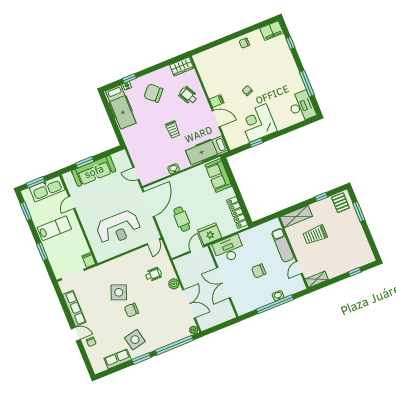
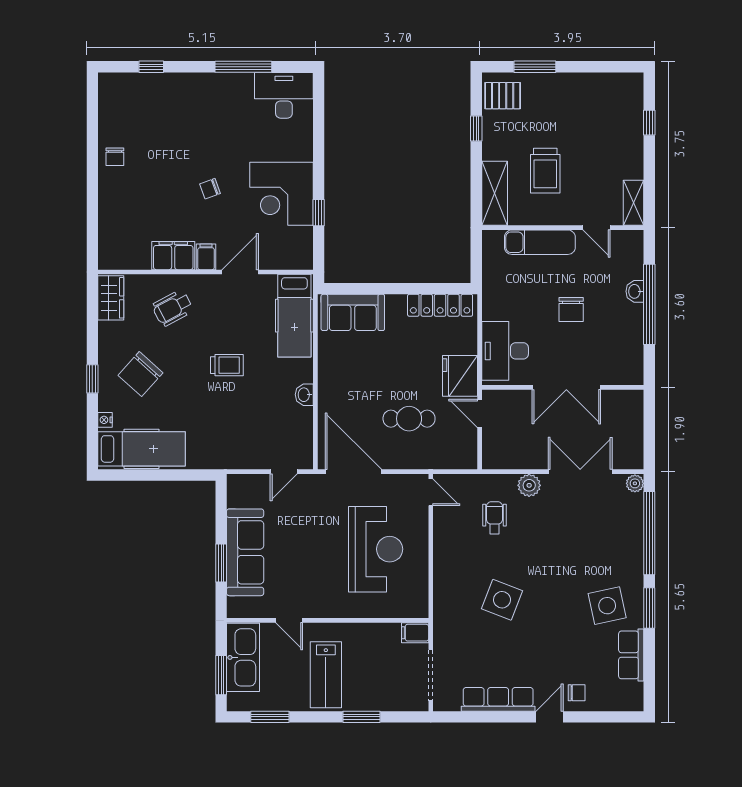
filing cabinet: (272, 31) -> (173, 256), moved, turned -90
window: (129, 78) -> (92, 379), moved
lab bench: (54, 228) -> (326, 675), turned 180
chair: (132, 310) -> (547, 589), removed

